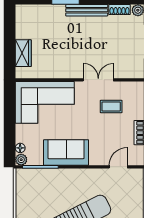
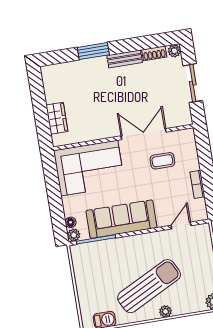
bench: (87, 10) -> (125, 59), width x0.73
double door: (98, 80) -> (144, 134), width x1.37
sofa: (66, 153) -> (121, 219), width x1.36

